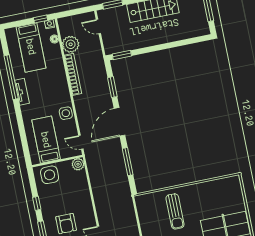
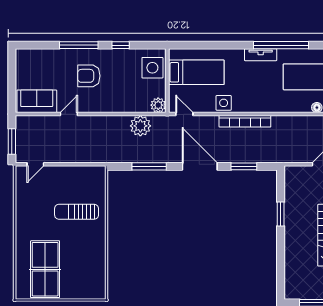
plant: (71, 44) -> (140, 126), moved
window: (122, 55) -> (281, 214), moved
bookcase: (73, 74) -> (245, 121), moved
door: (81, 142) -> (184, 114), hinge flipped

